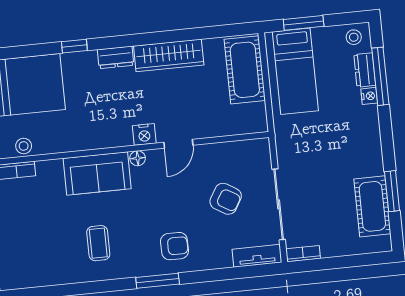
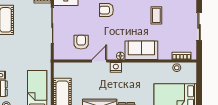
armchair: (226, 199) -> (81, 42), moved, turned 59
coffee table: (98, 243) -> (156, 15), moved

